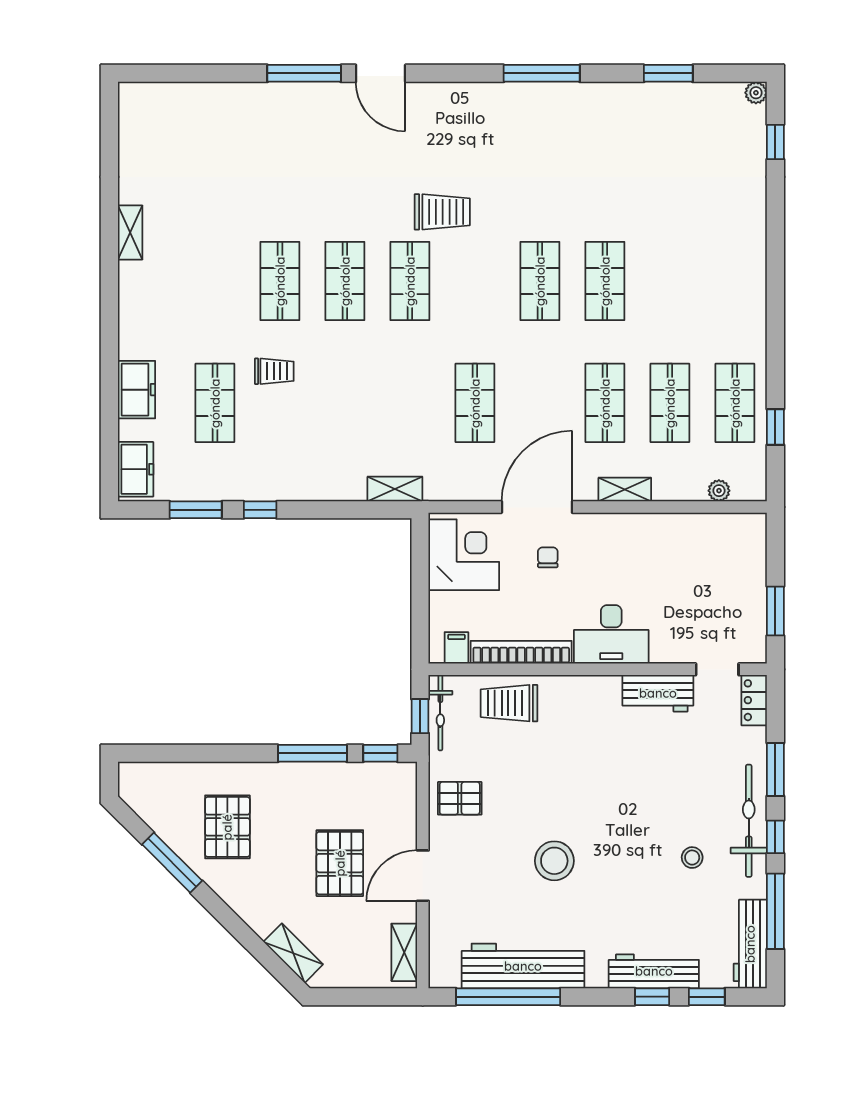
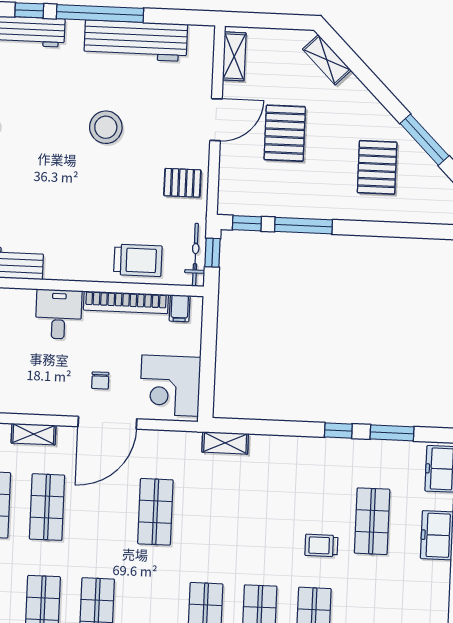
desk: (611, 634) -> (59, 314), width x0.73
window: (508, 997) -> (100, 13), moved

